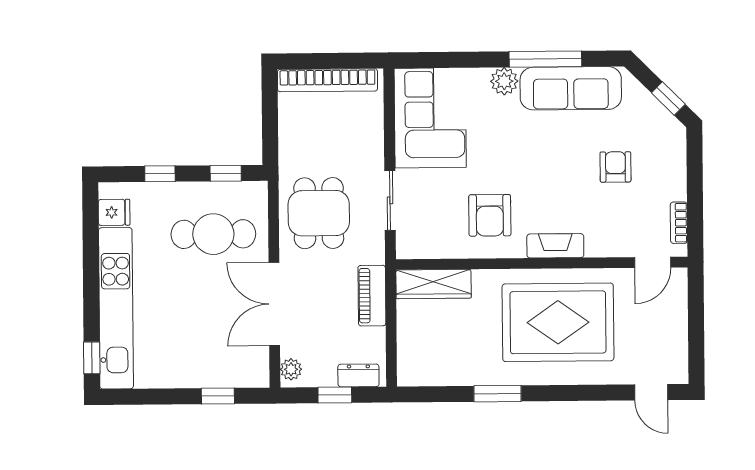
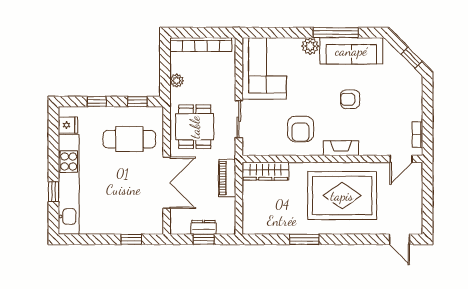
armchair: (615, 167) -> (350, 99), moved, turned -90
double door: (274, 304) -> (167, 183), swing flipped
window: (92, 358) -> (53, 192), moved
plant: (291, 369) -> (177, 81), moved
dresser: (358, 375) -> (204, 227), moved

